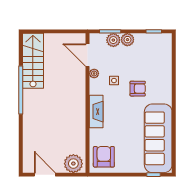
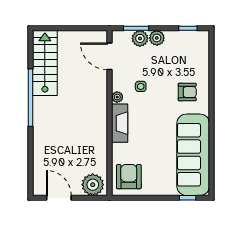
plant: (94, 73) -> (117, 97), moved
armchair: (138, 89) -> (187, 92), moved

